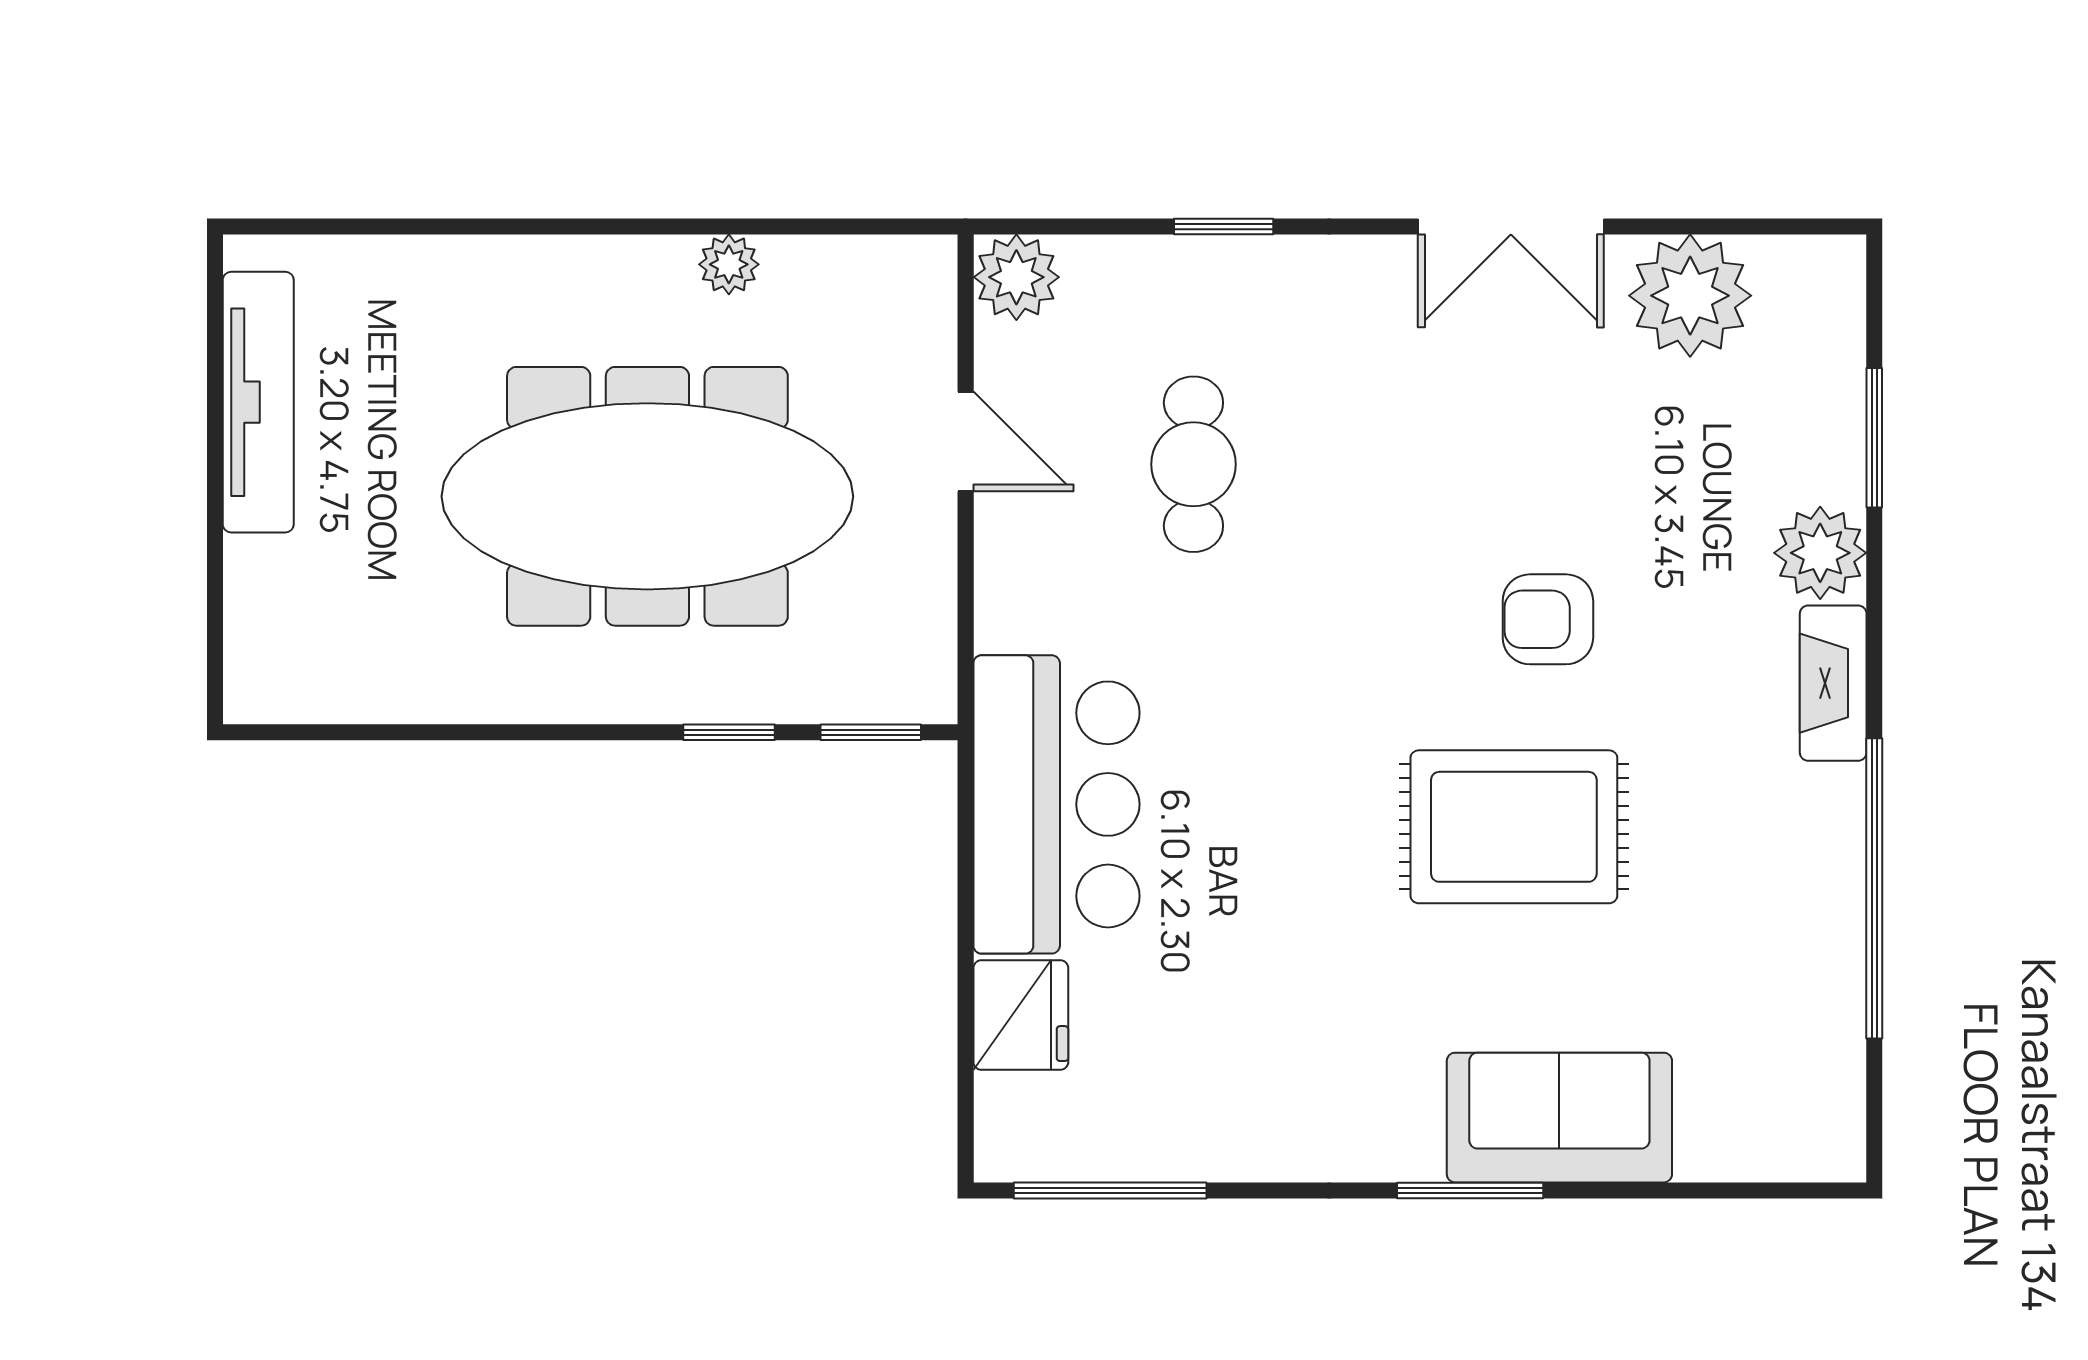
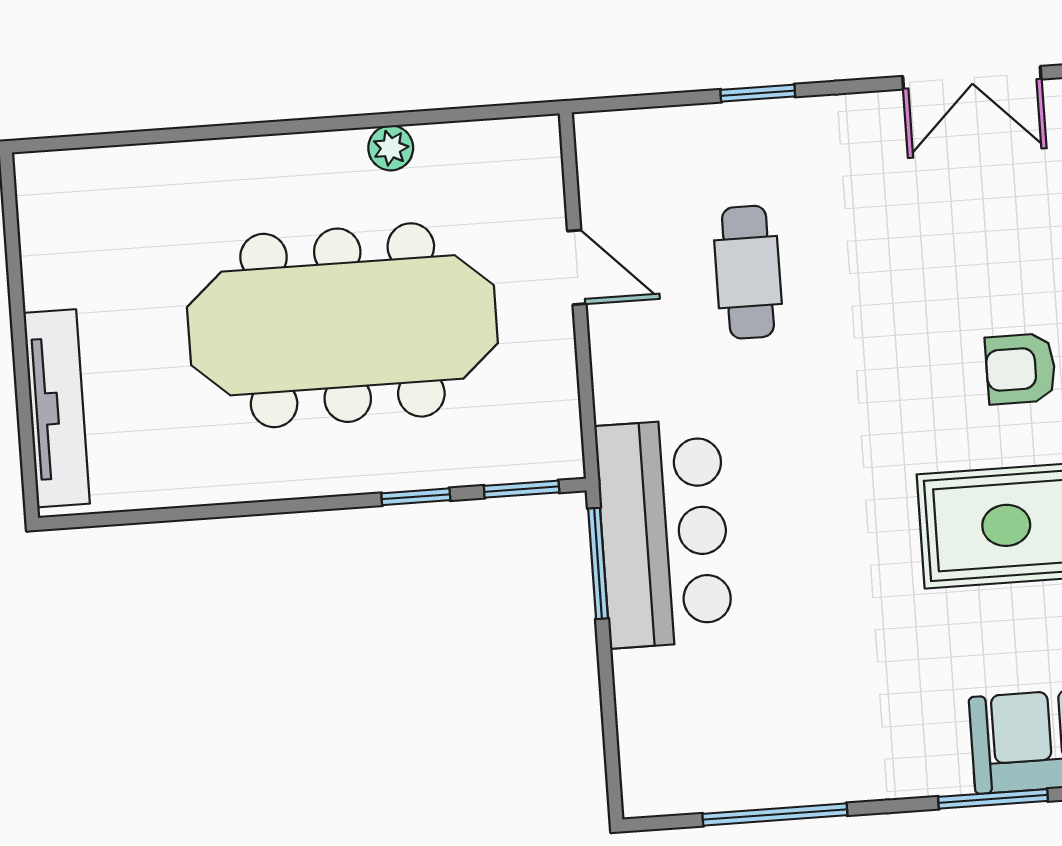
plant: (1016, 277) -> (606, 142), removed
tv unit: (258, 402) -> (57, 408), moved
window: (966, 839) -> (598, 563), added
fridge: (1021, 1015) -> (649, 692), removed
window: (1110, 1190) -> (775, 814), moved

